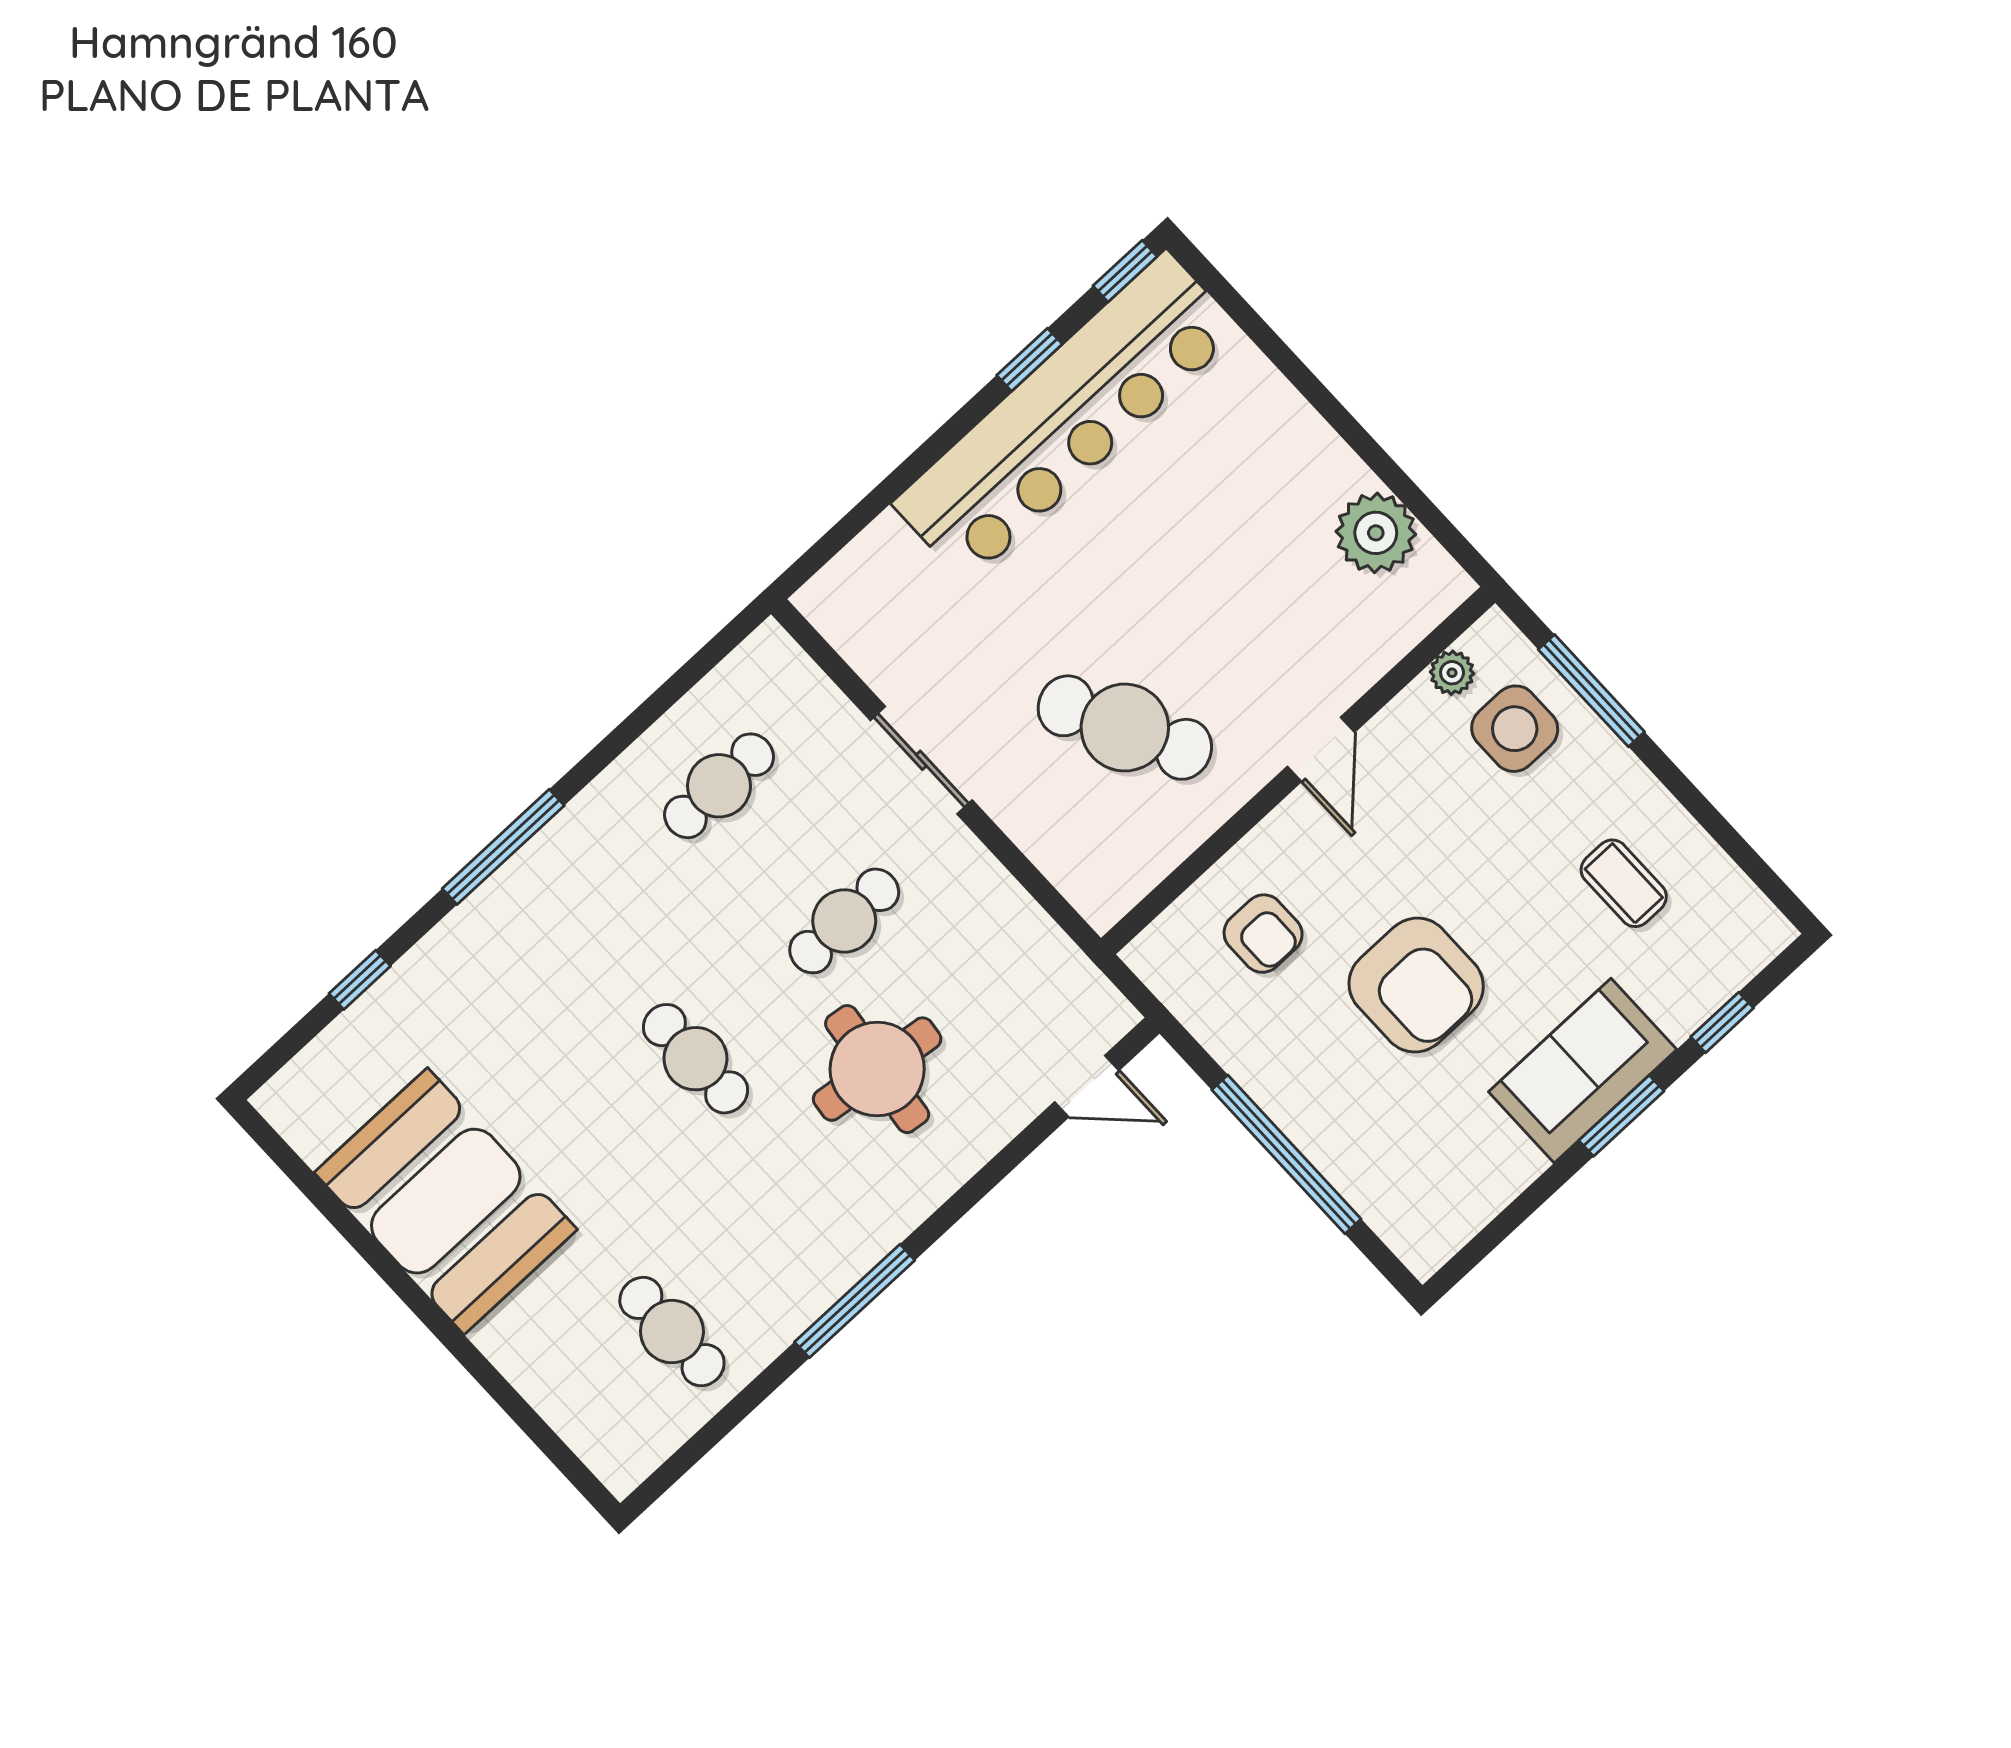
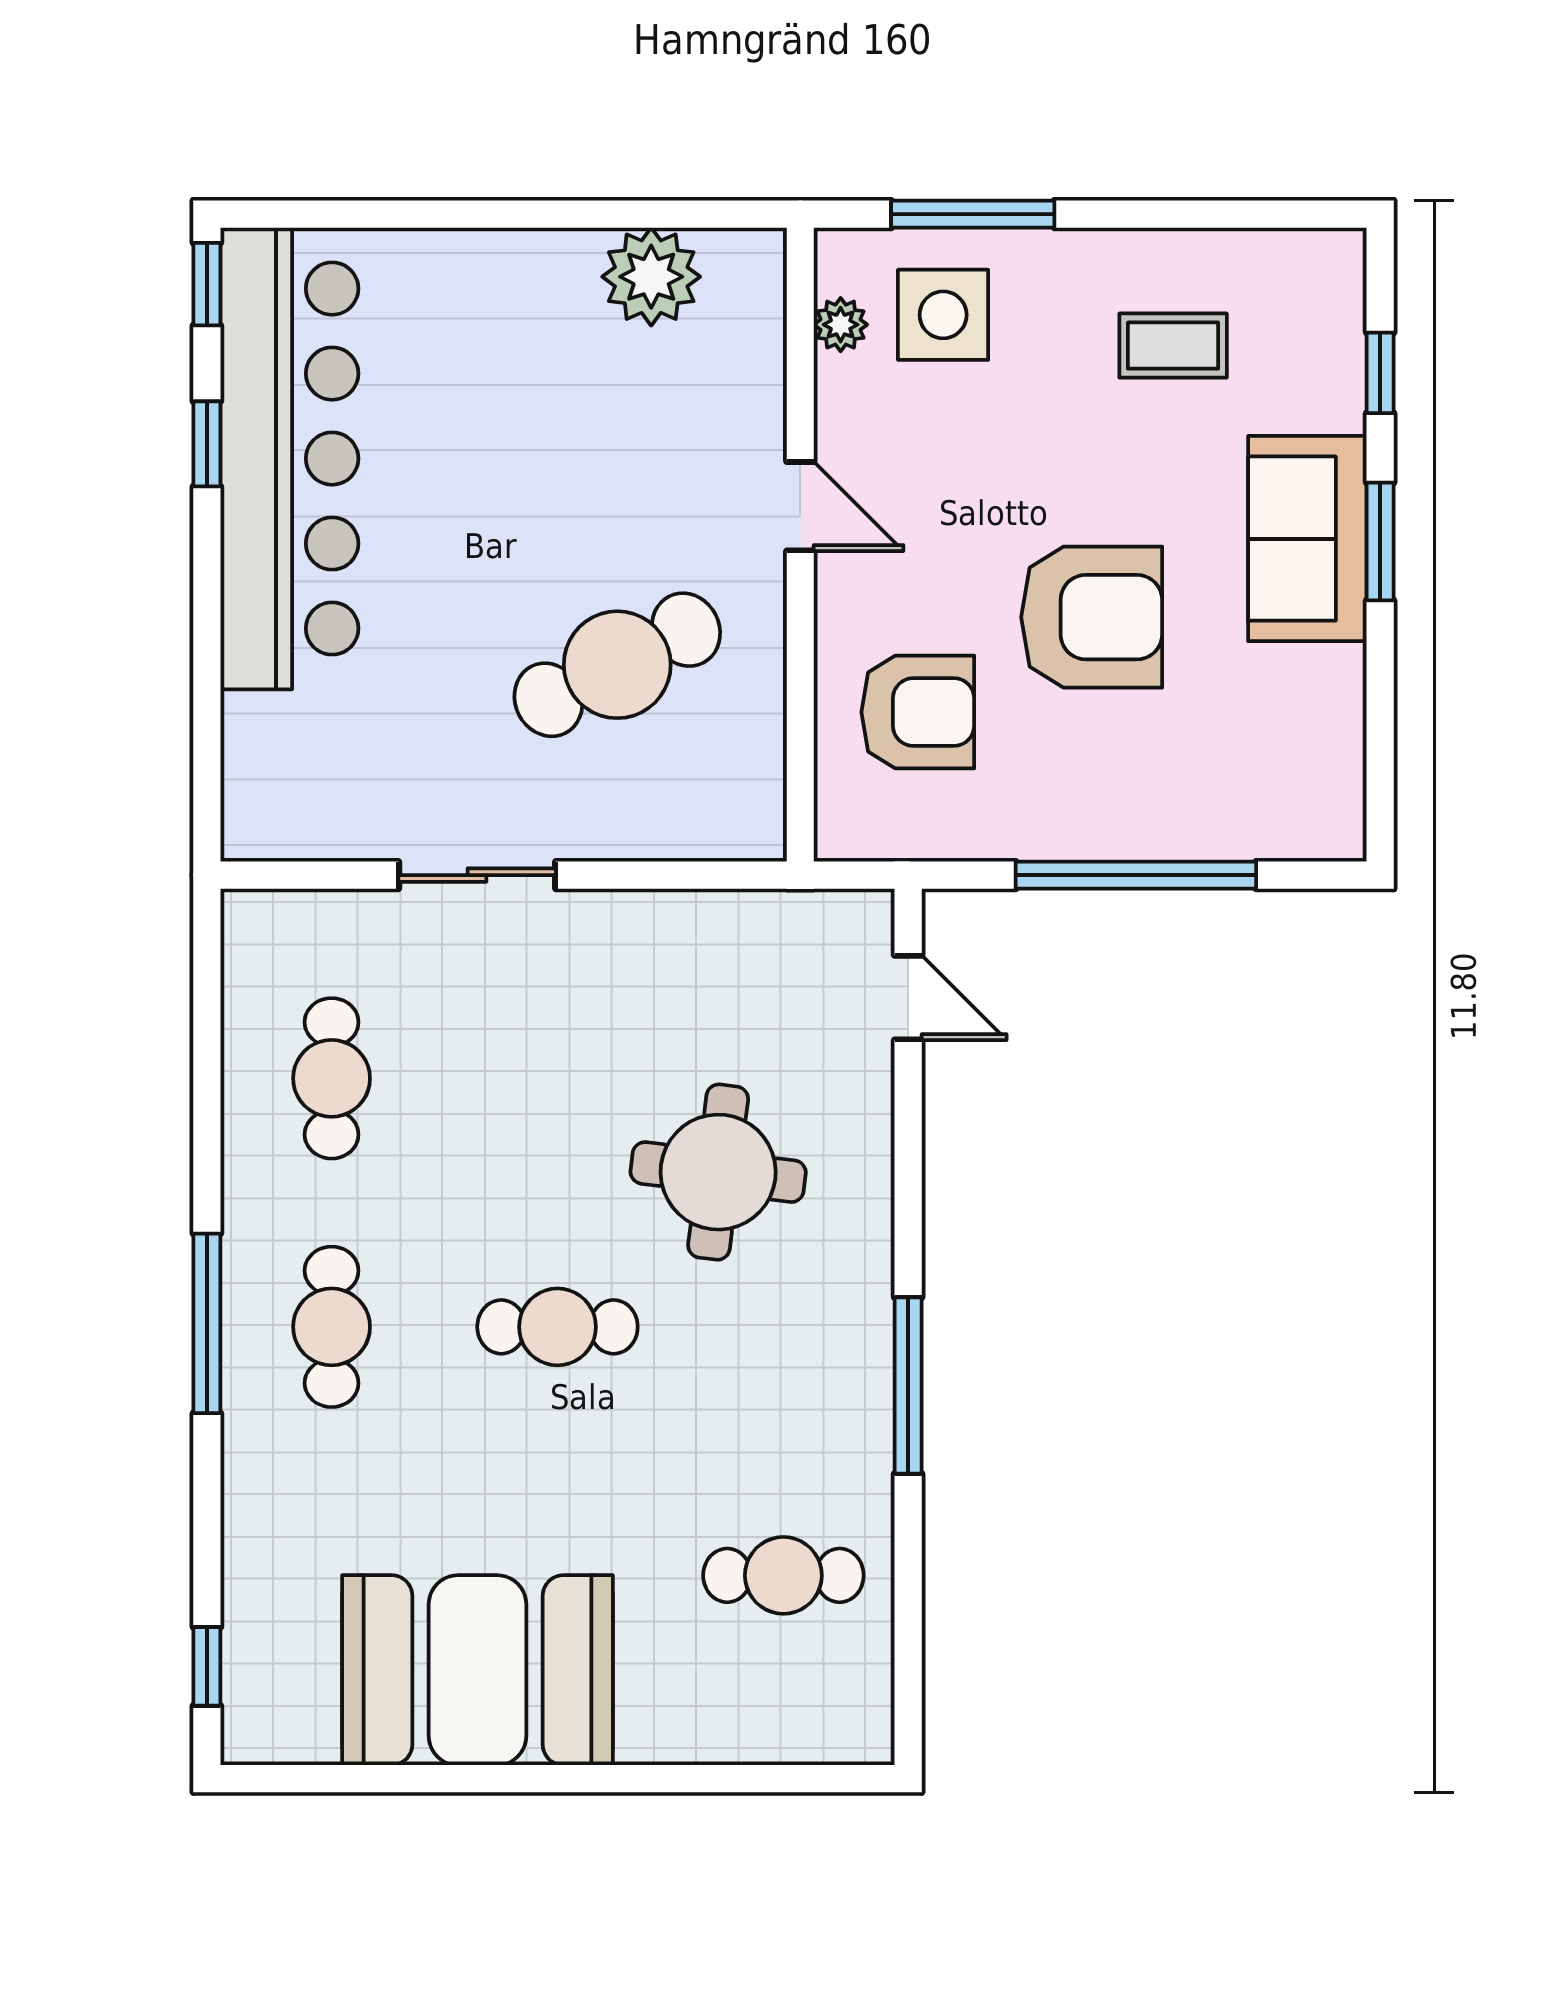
cafe table: (844, 921) -> (332, 1327), moved
armchair: (1263, 934) -> (918, 712), width x1.38, depth x1.38
window: (360, 980) -> (207, 1666), moved
door: (1087, 1086) -> (908, 998), hinge flipped

